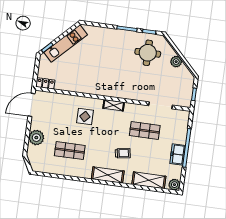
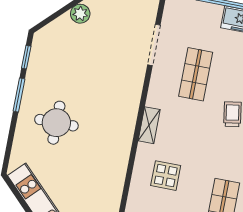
round table: (148, 53) -> (56, 123), moved

